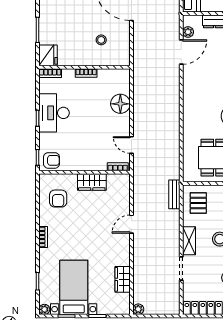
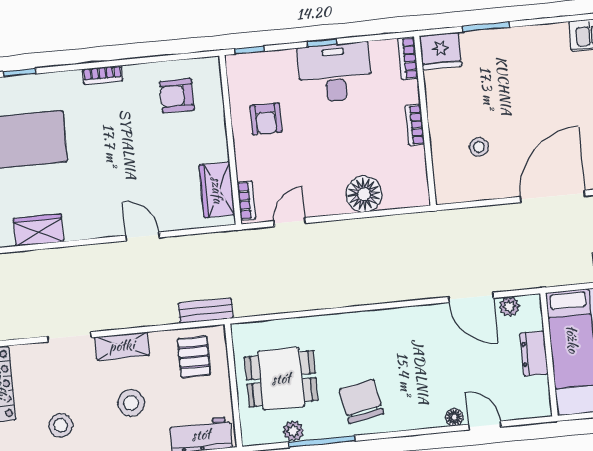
armchair: (51, 160) -> (266, 119), moved
wardrobe: (92, 182) -> (217, 190), moved
pallet: (198, 203) -> (194, 357), turned 90

